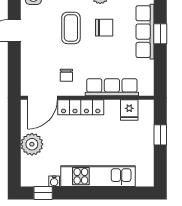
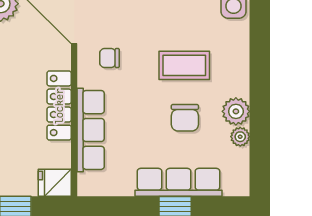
locker: (81, 107) -> (59, 106), moved
fridge: (129, 110) -> (55, 183), moved

